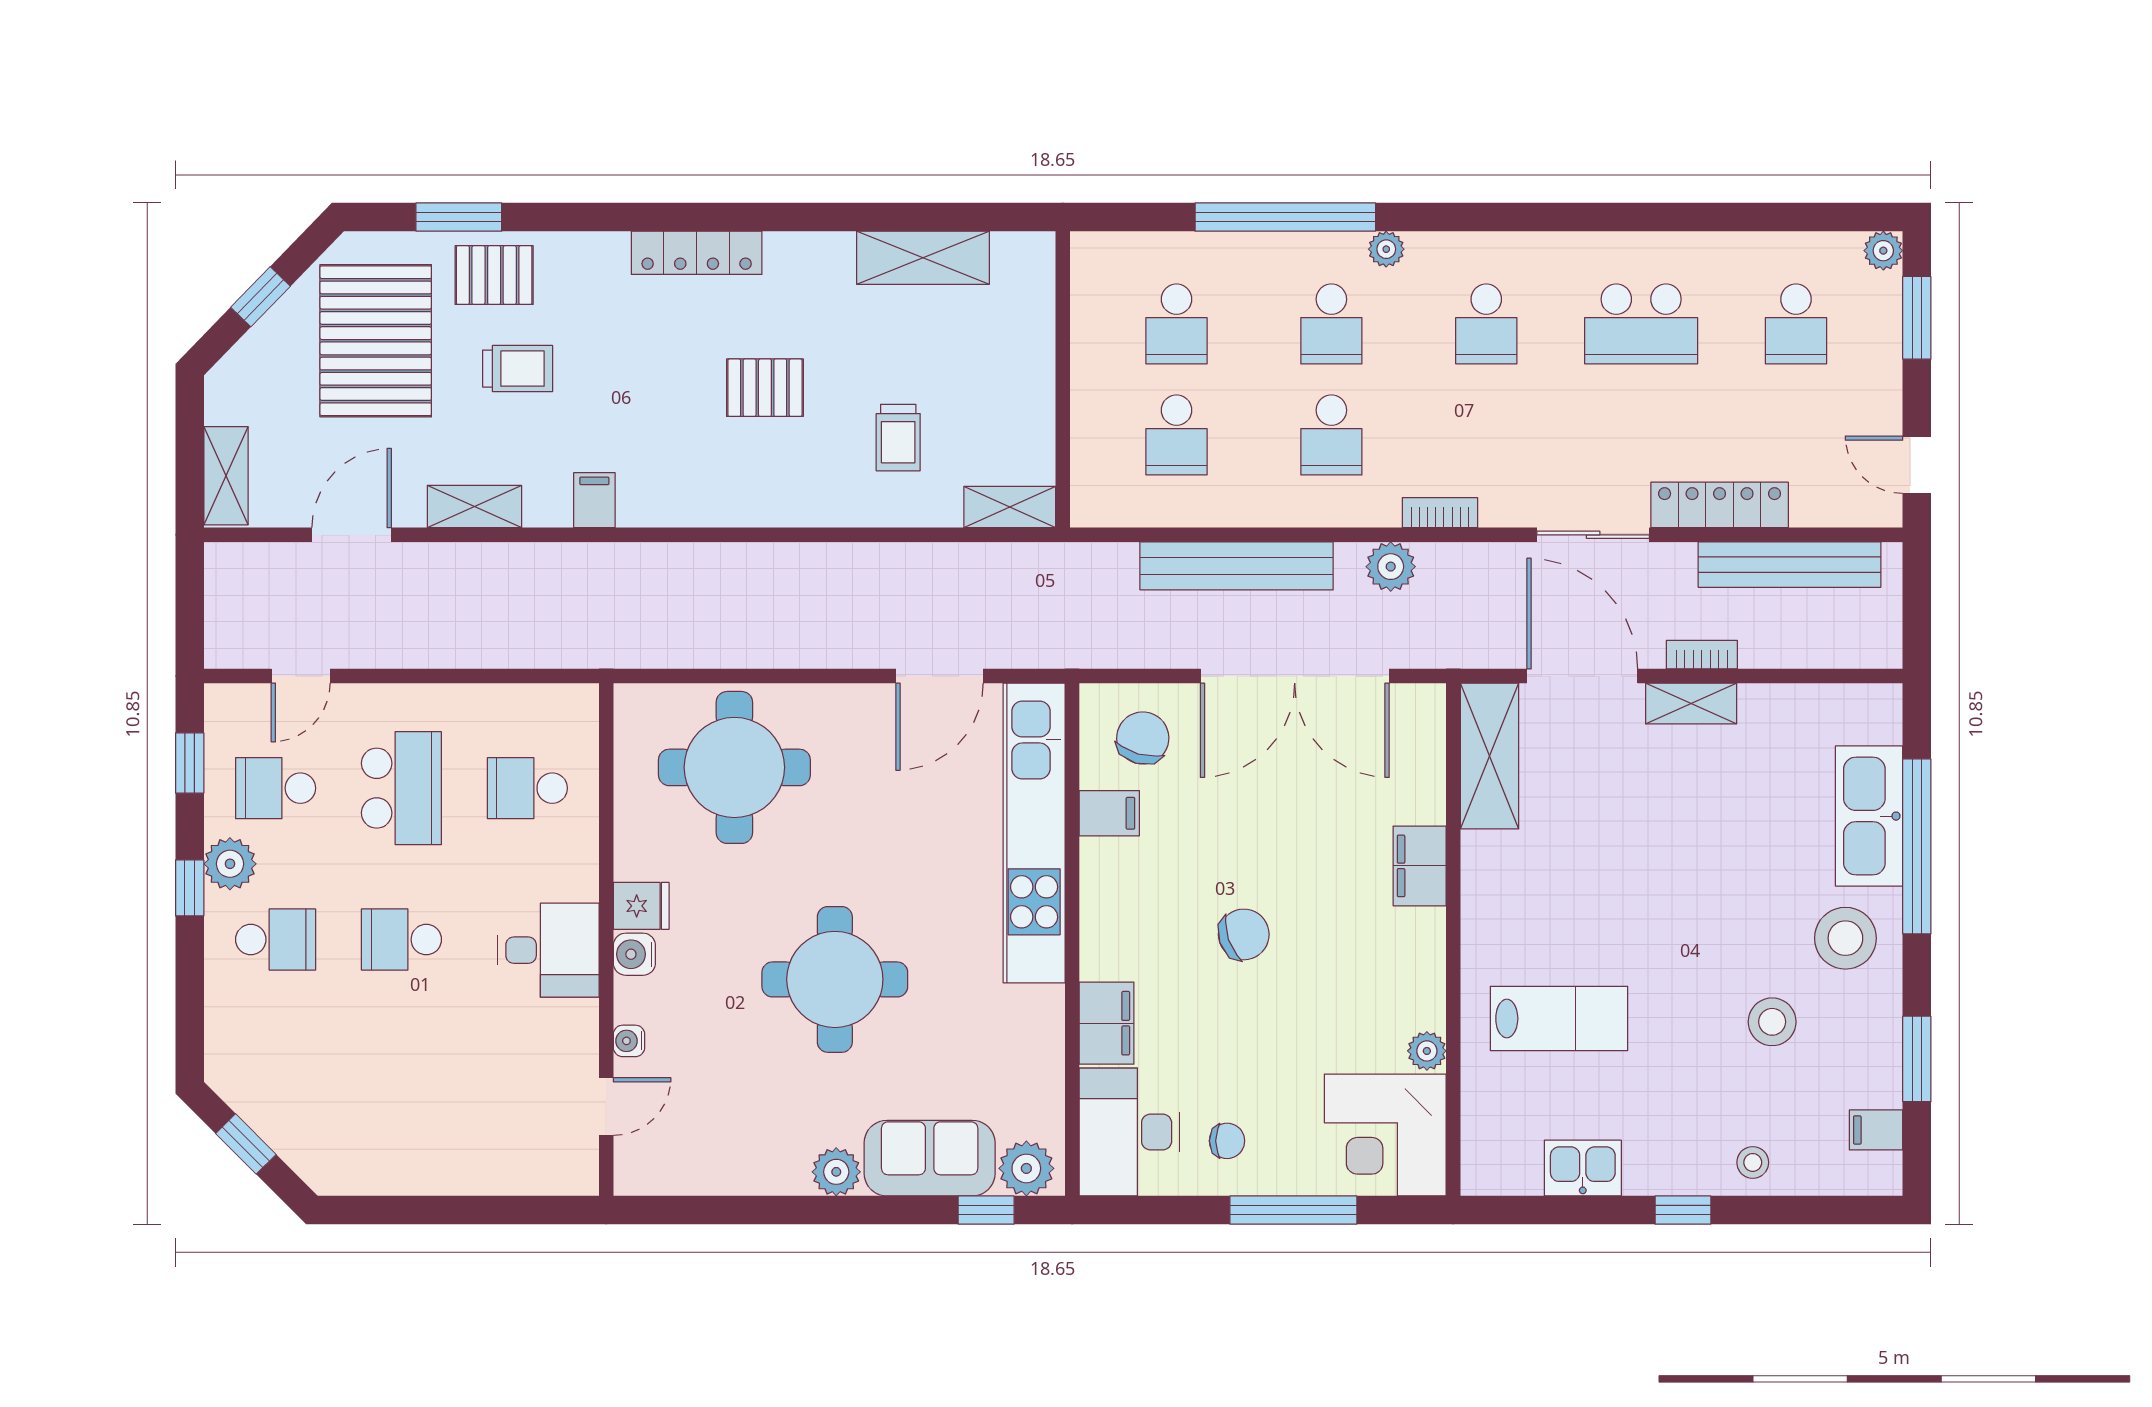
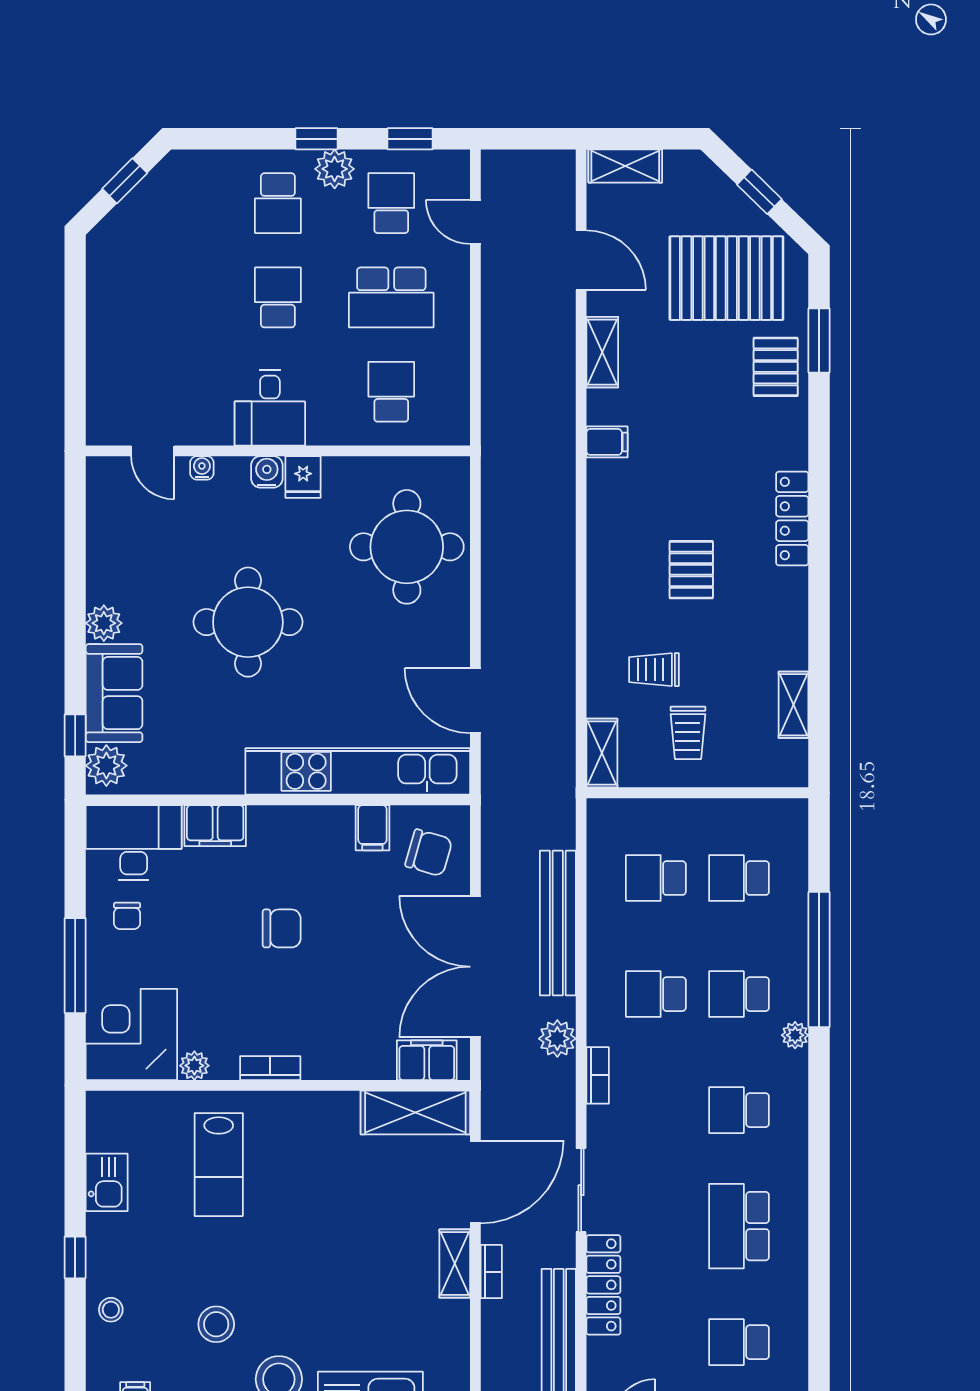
shelving: (923, 258) -> (794, 705), width x0.67, depth x0.75
trolley: (518, 369) -> (688, 733), moved
filing cabinet: (1420, 866) -> (427, 1060), moved
chair: (1244, 934) -> (282, 928), turned -71
bookcase: (1430, 950) -> (270, 1068), added

